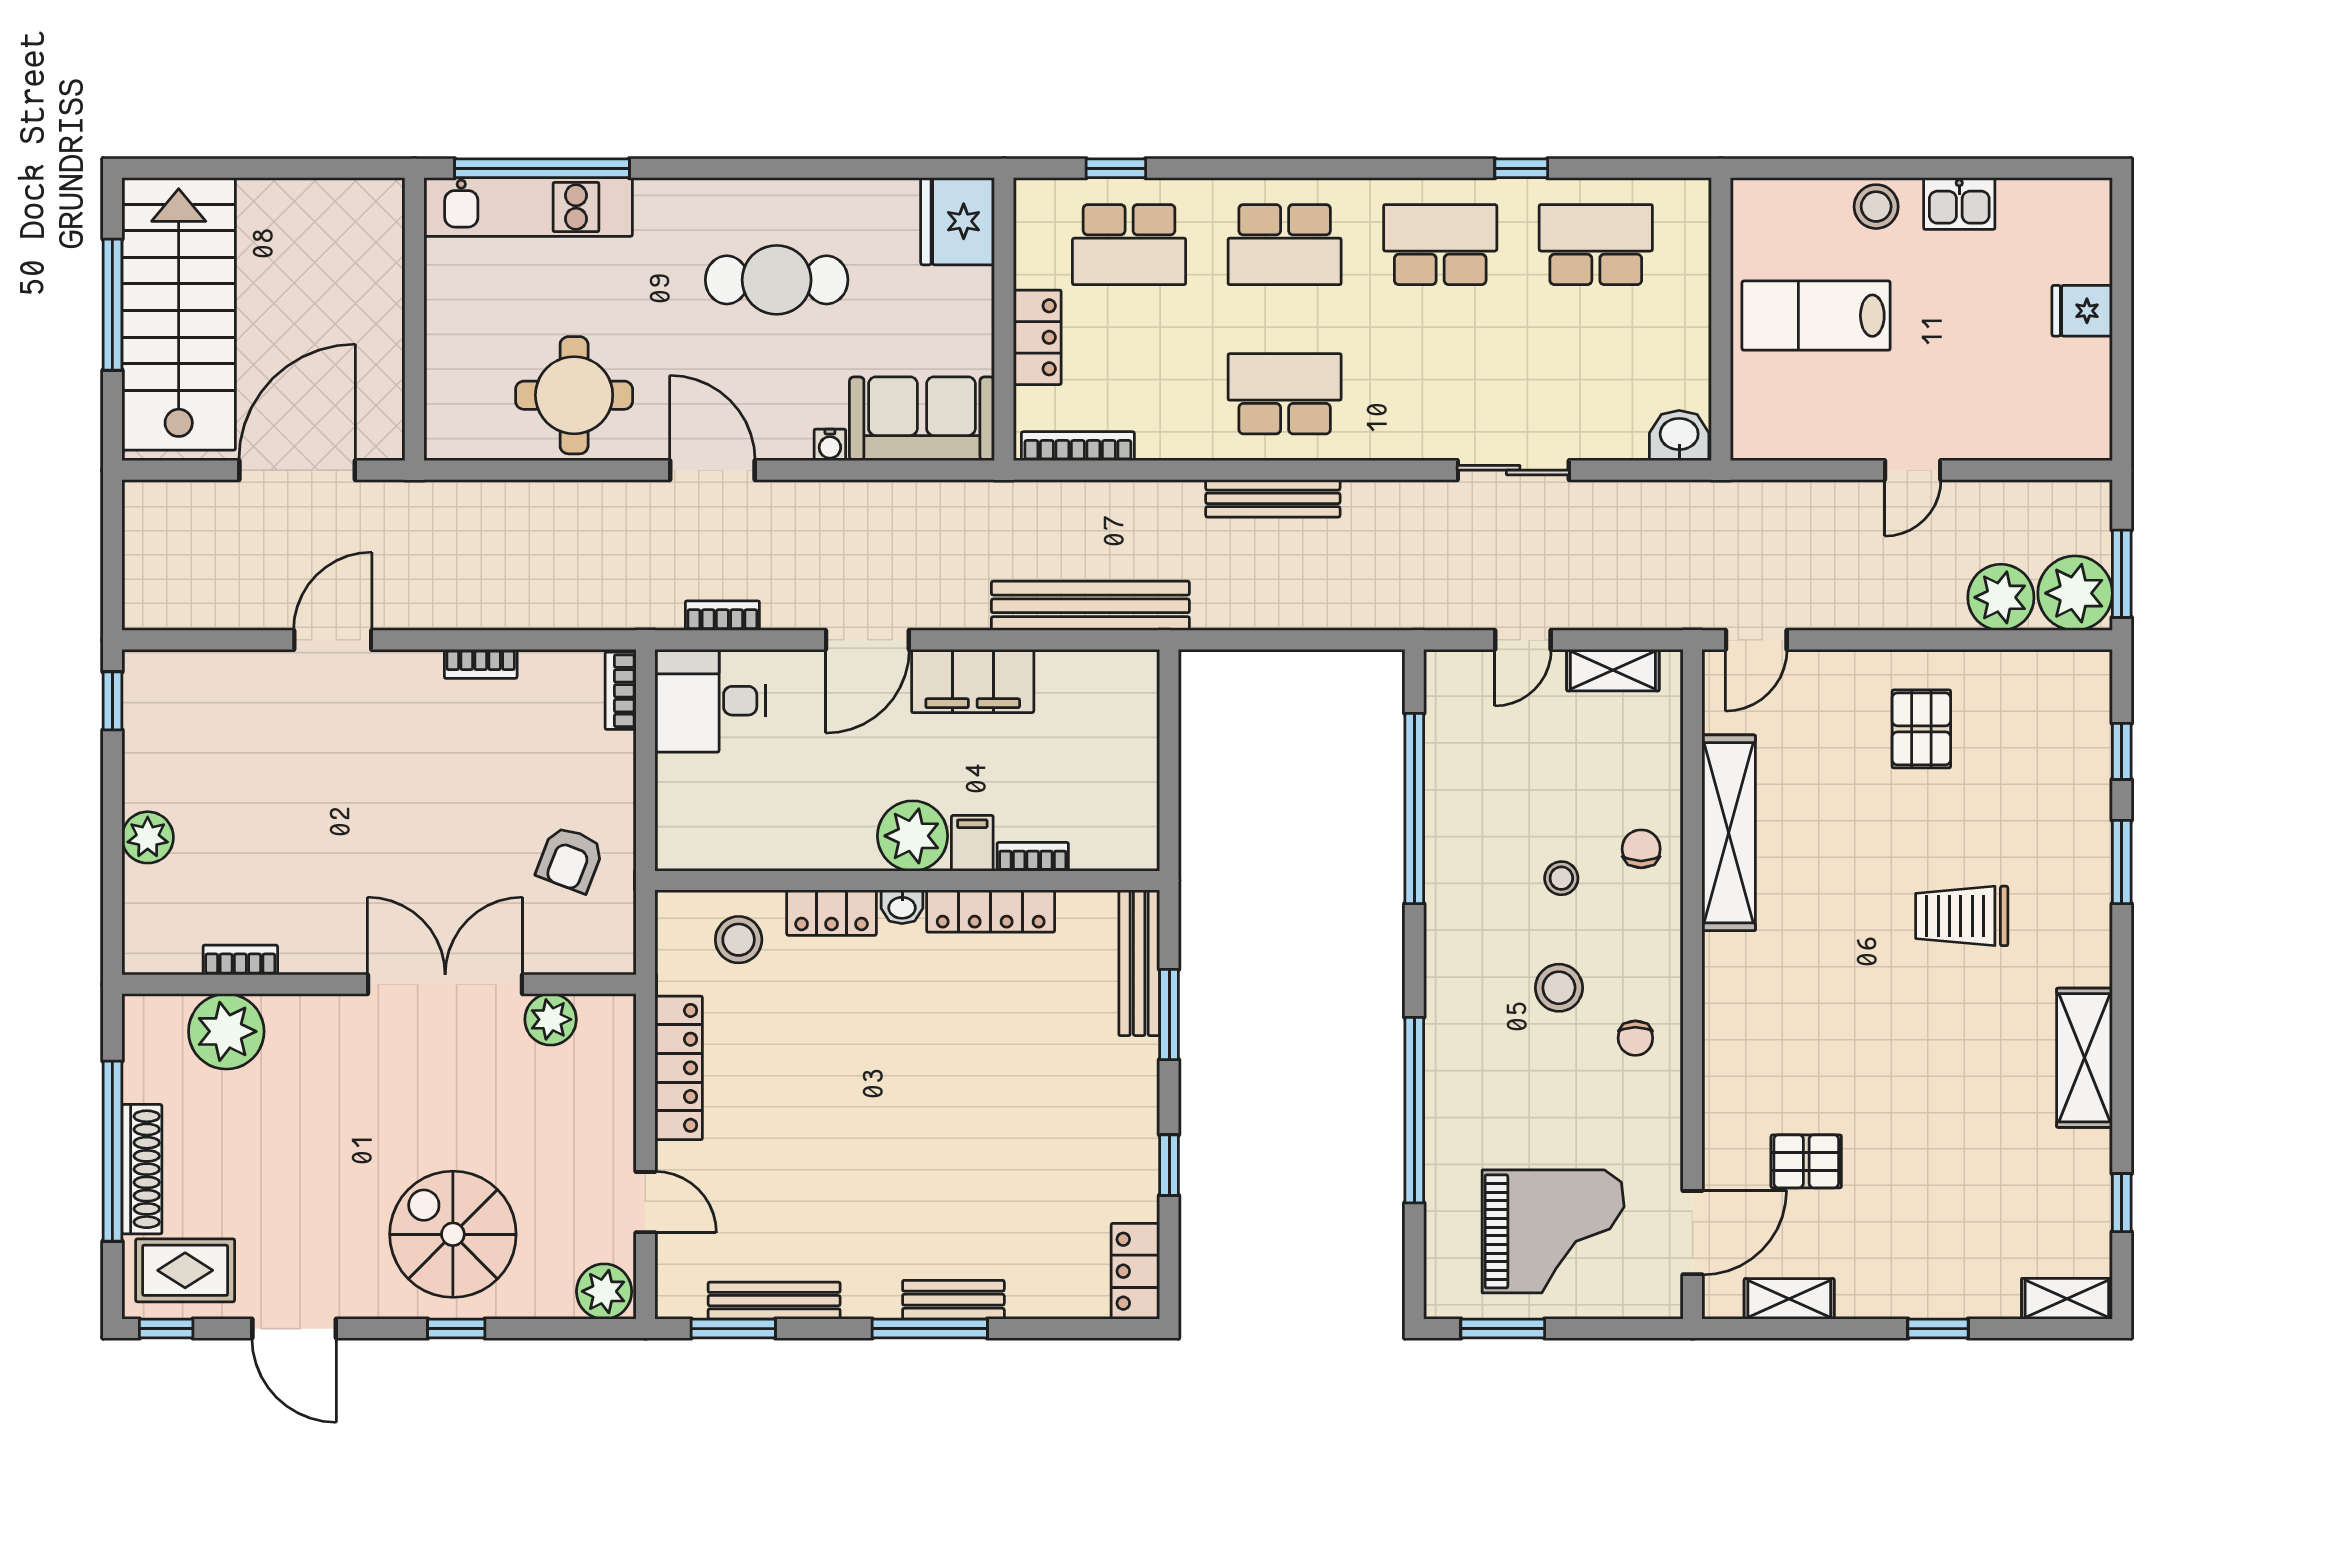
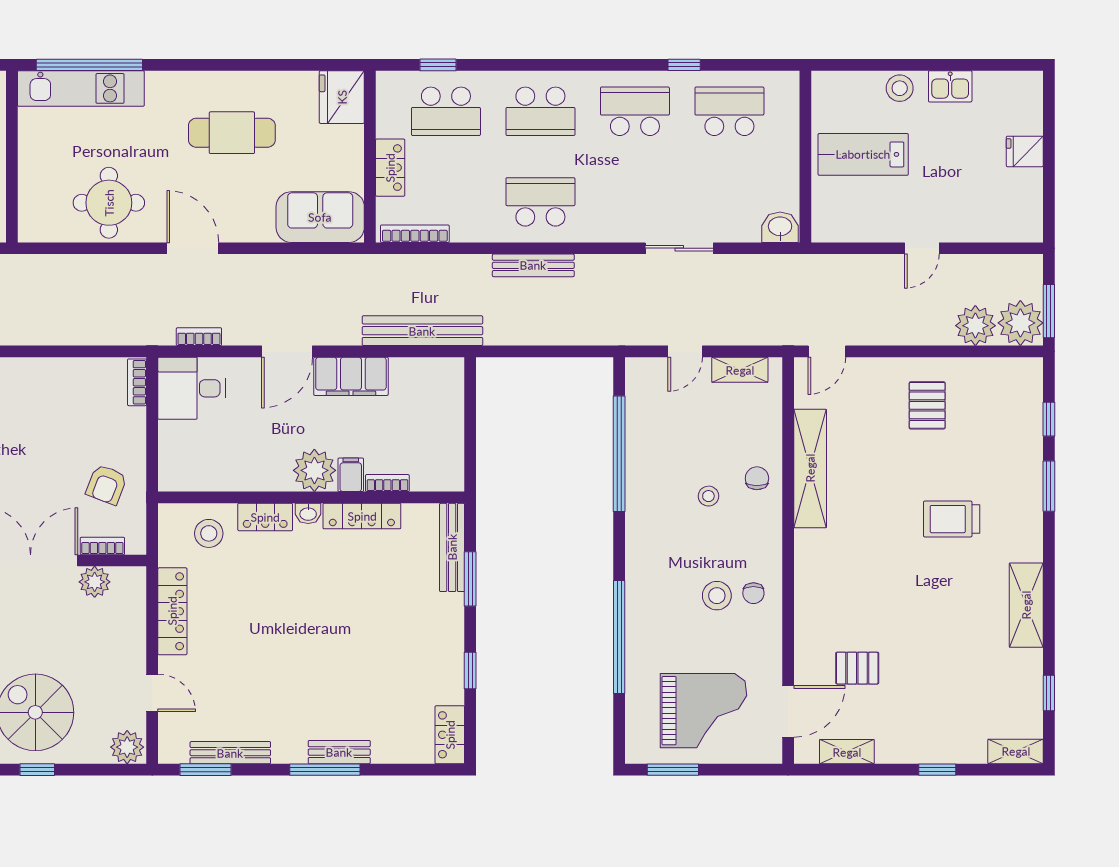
water cooler: (830, 445) -> (264, 233), removed
bookcase: (481, 664) -> (102, 546), moved, turned 180
stool: (1559, 988) -> (717, 596), moved

